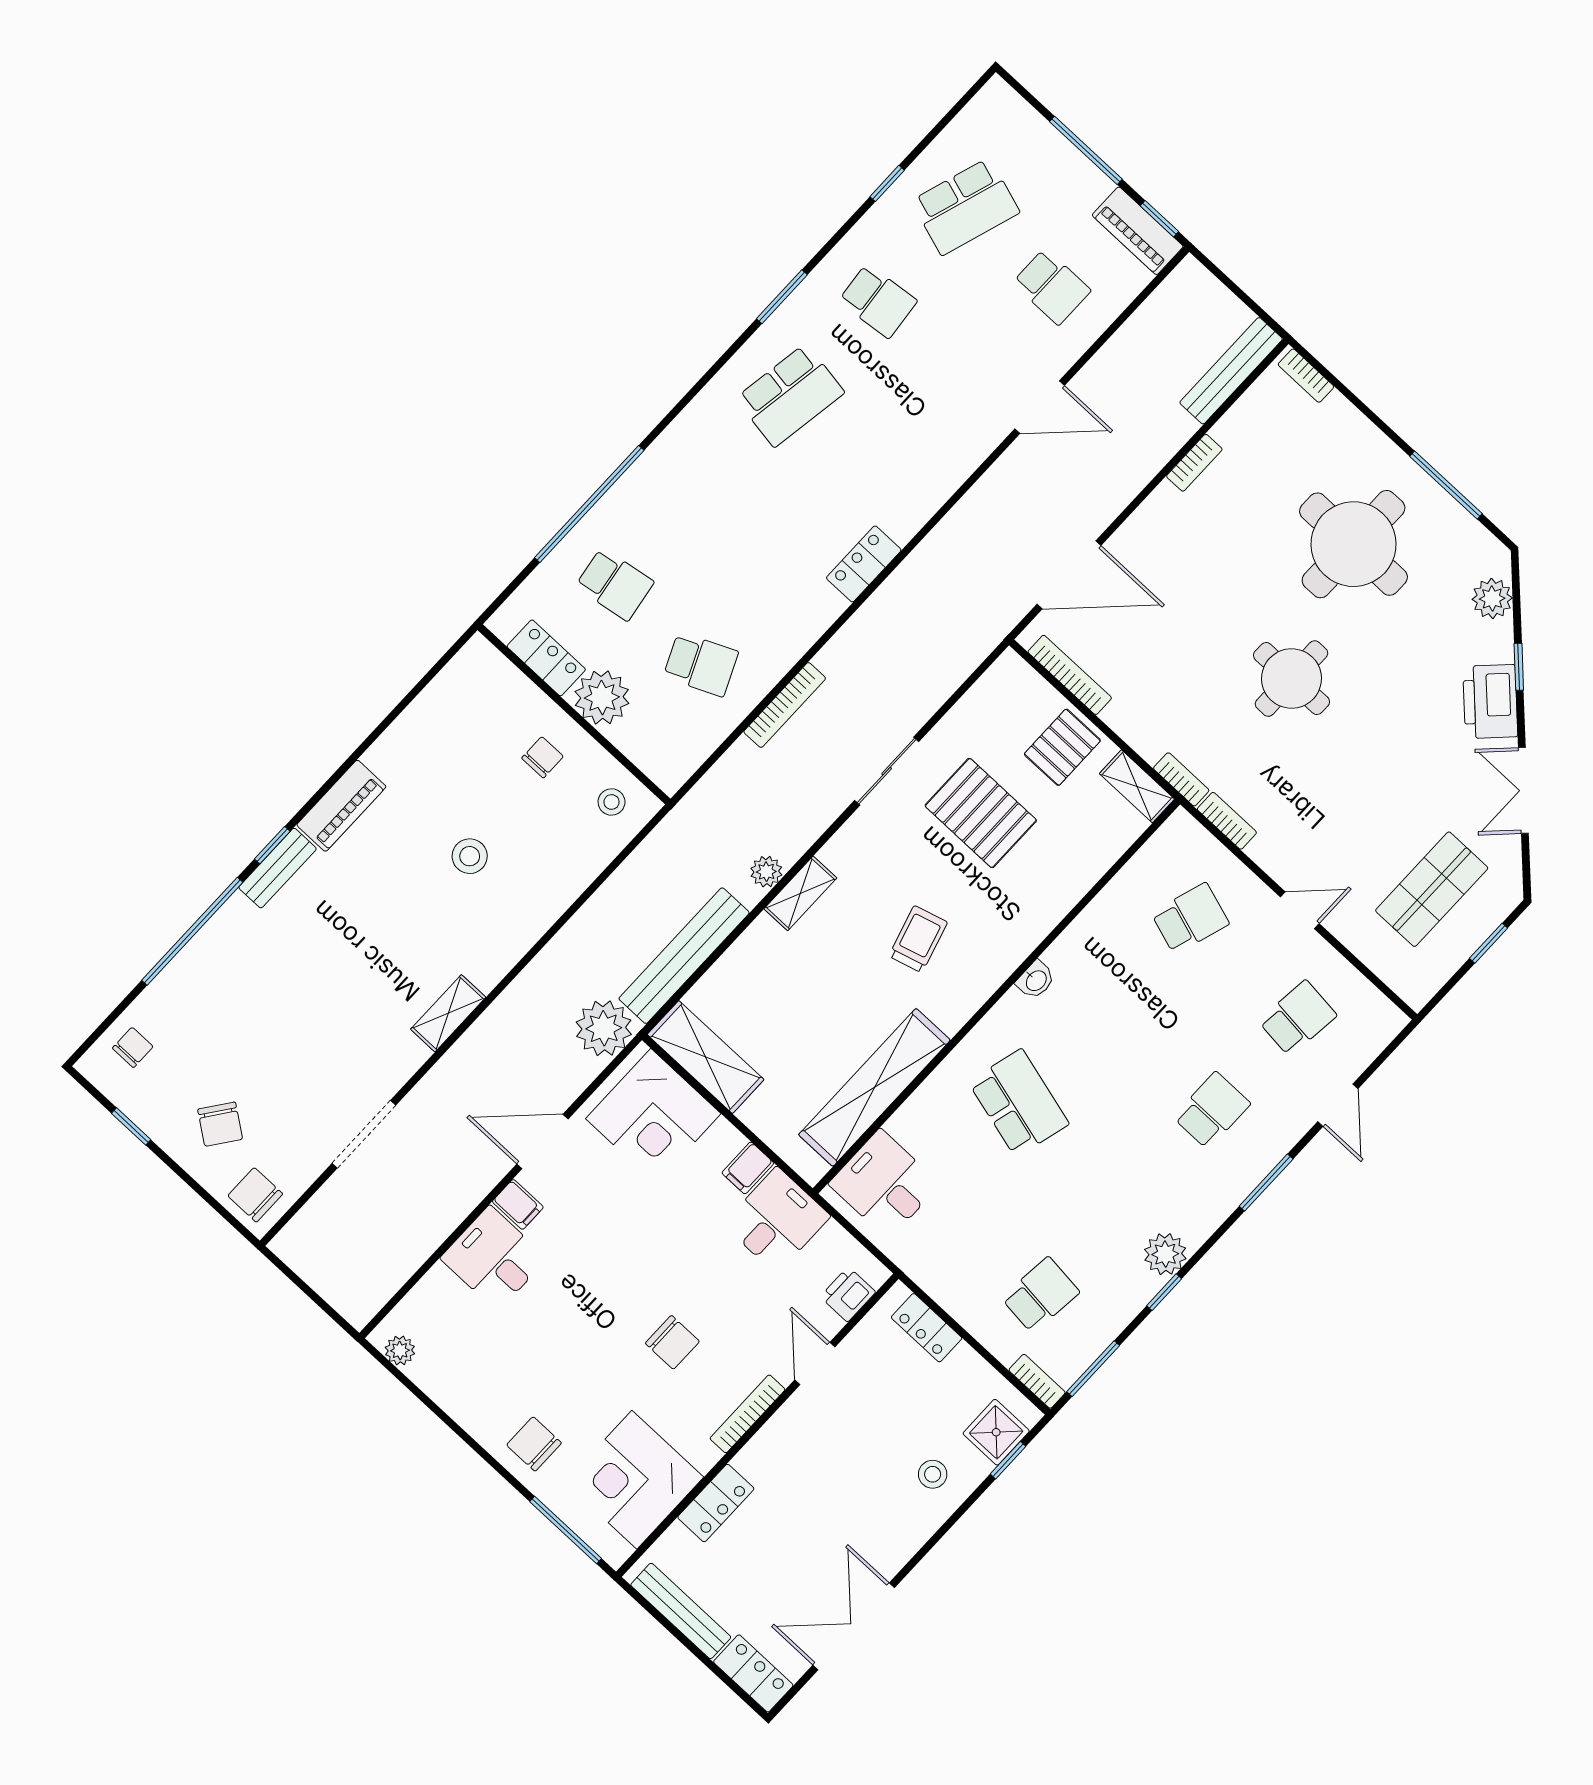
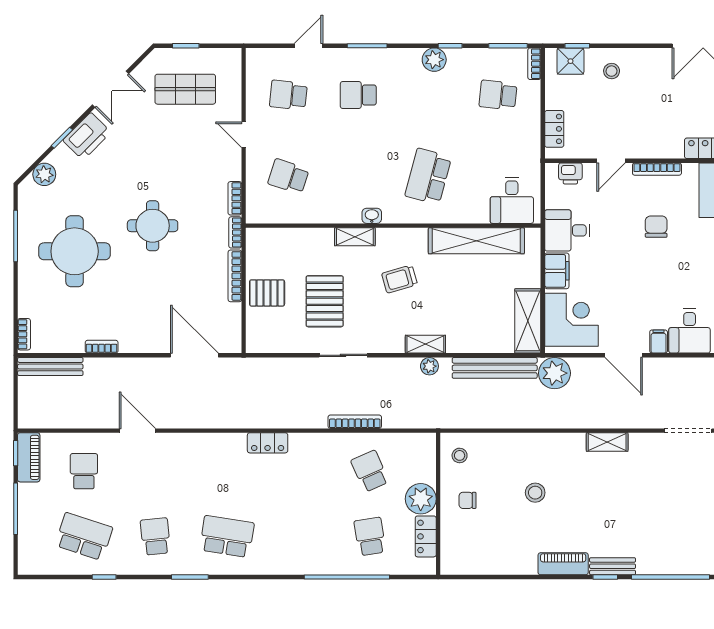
bookcase: (1070, 675) -> (235, 276), moved
shelving: (1137, 786) -> (355, 237), moved, turned 90
filing cabinet: (748, 1168) -> (557, 271), width x2.00

